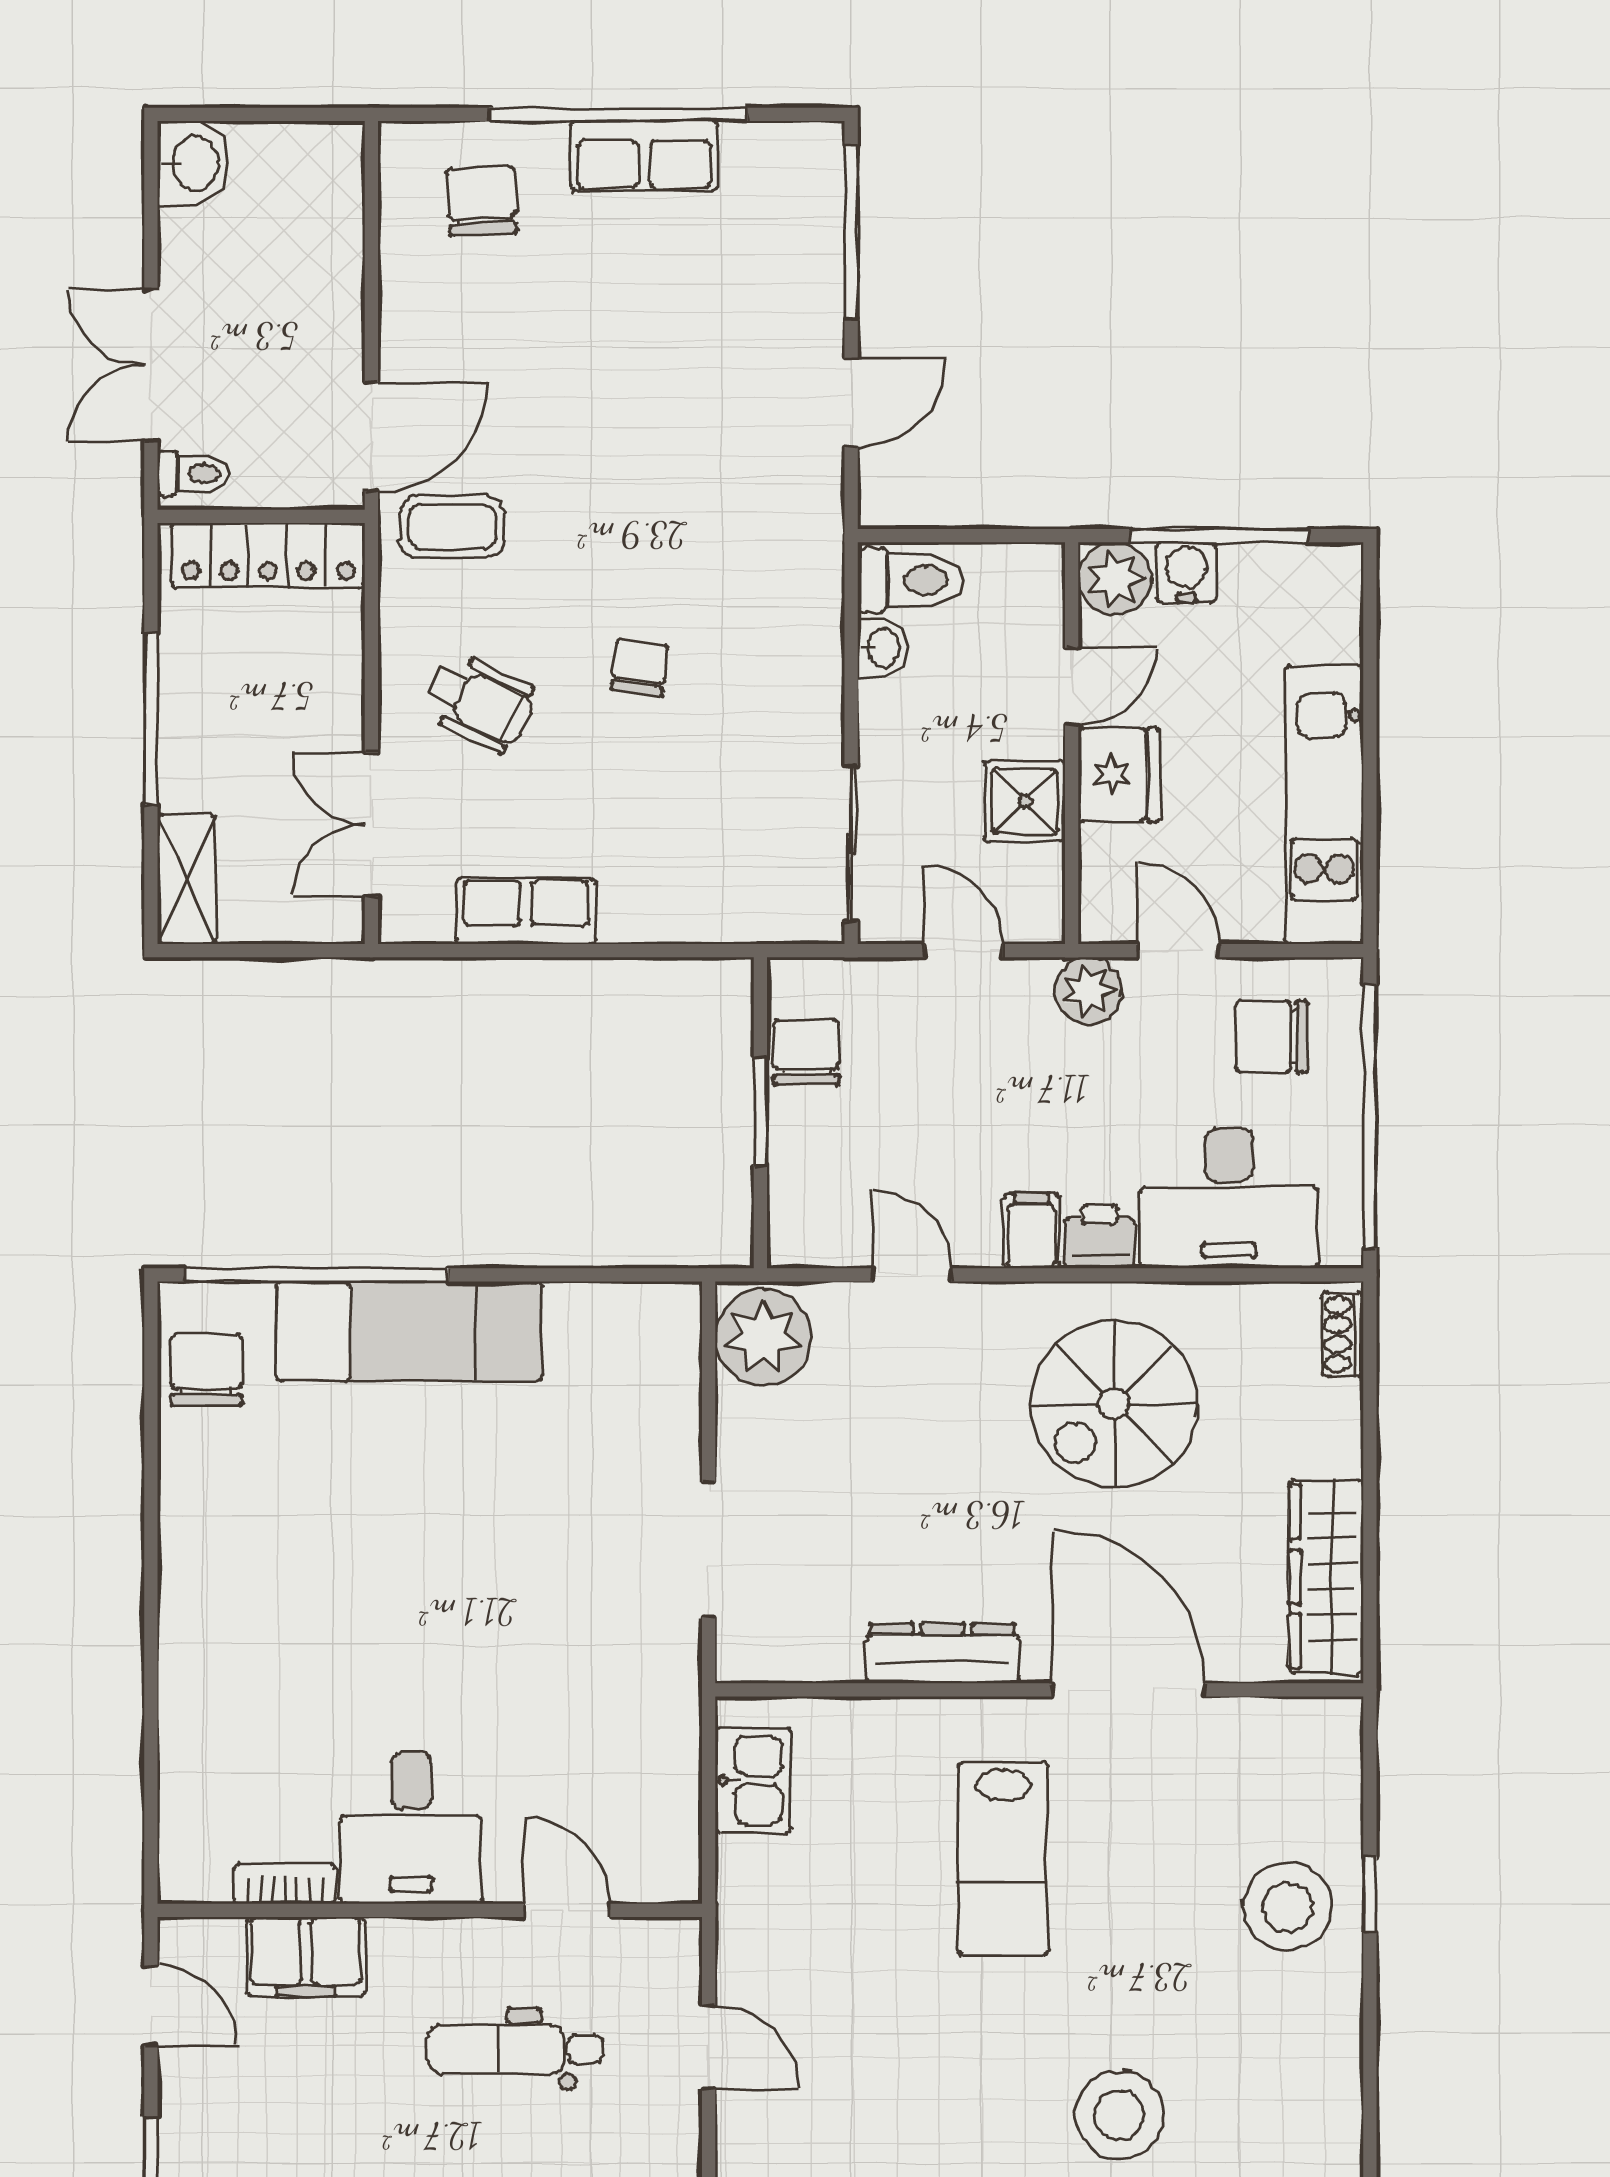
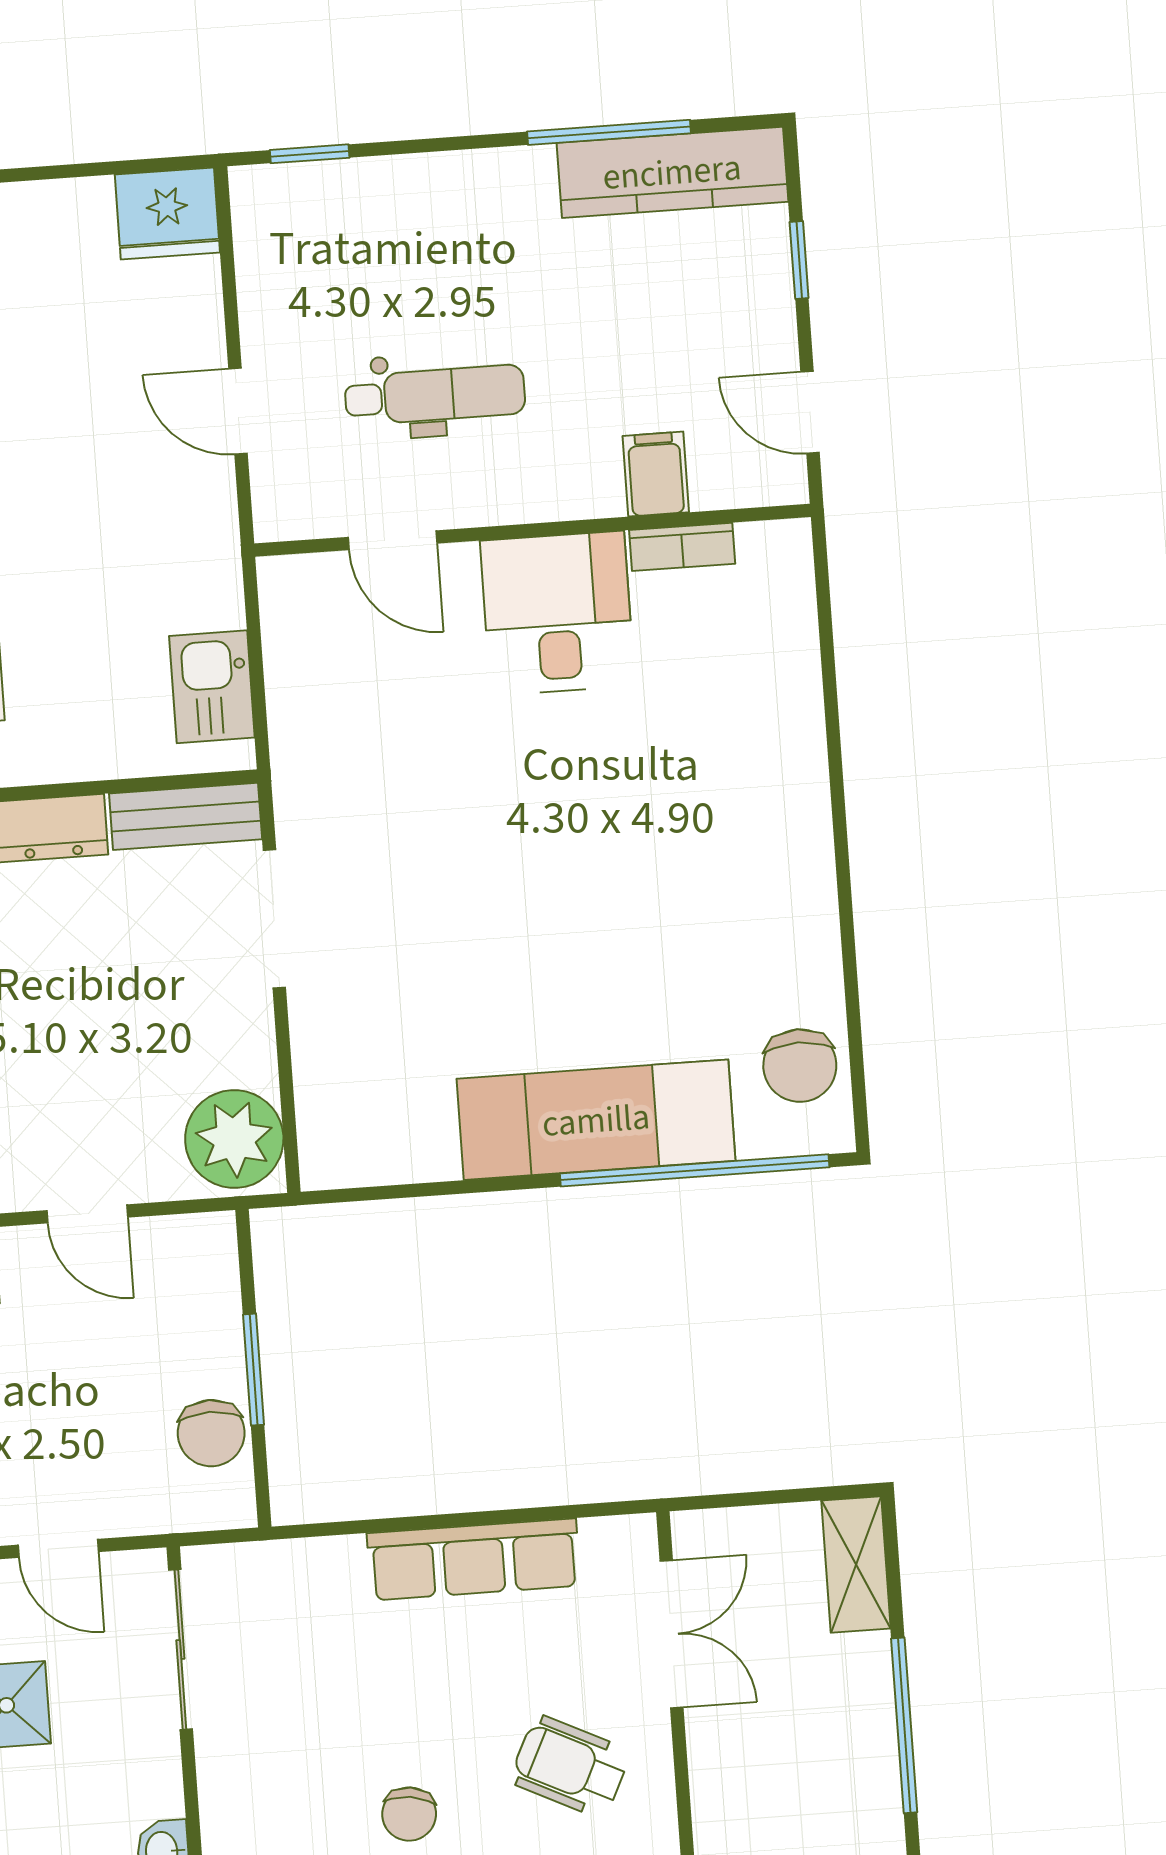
row of seats: (526, 911) -> (474, 1559), width x1.48
bench: (788, 1656) -> (186, 816), added
filing cabinet: (306, 1956) -> (656, 474), width x0.50

